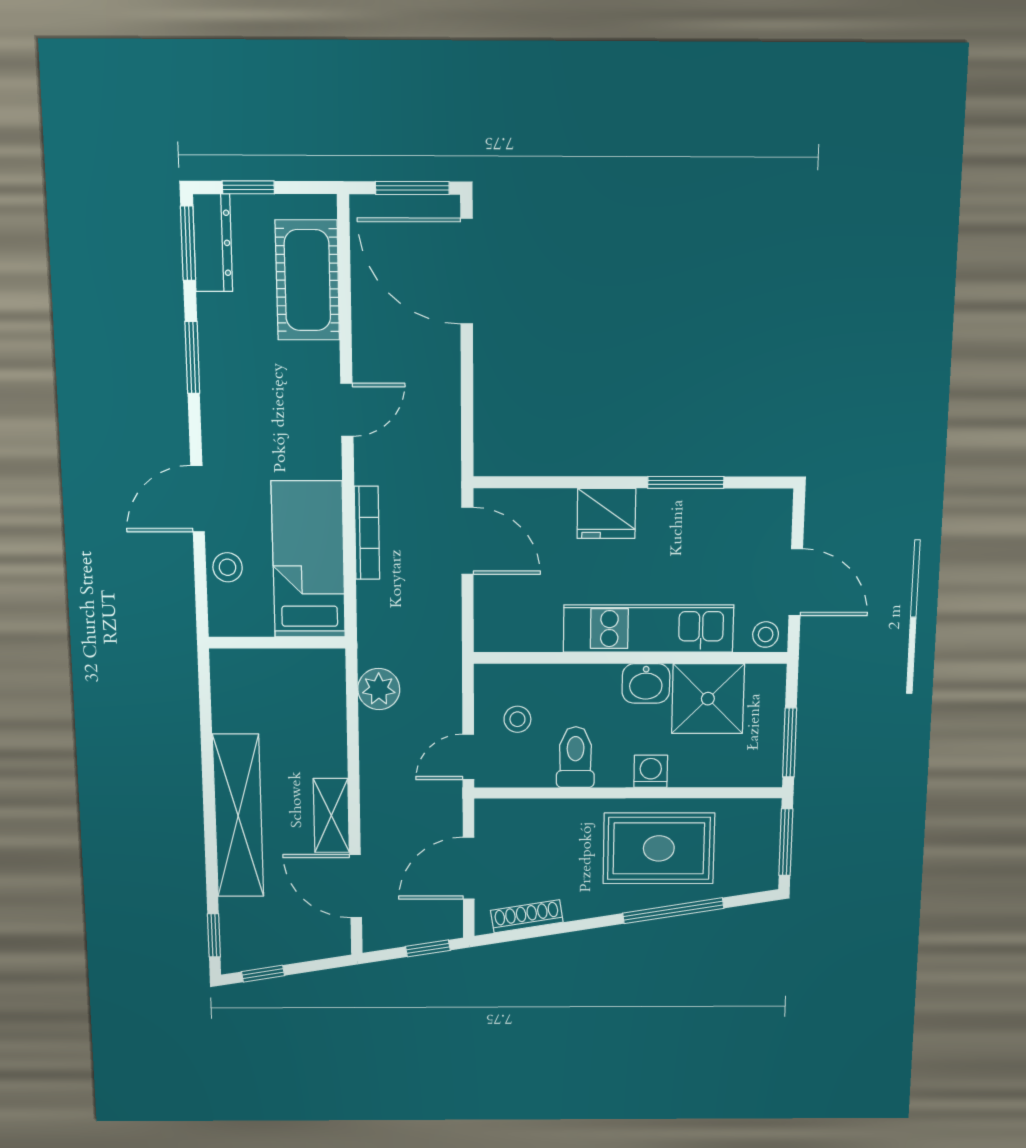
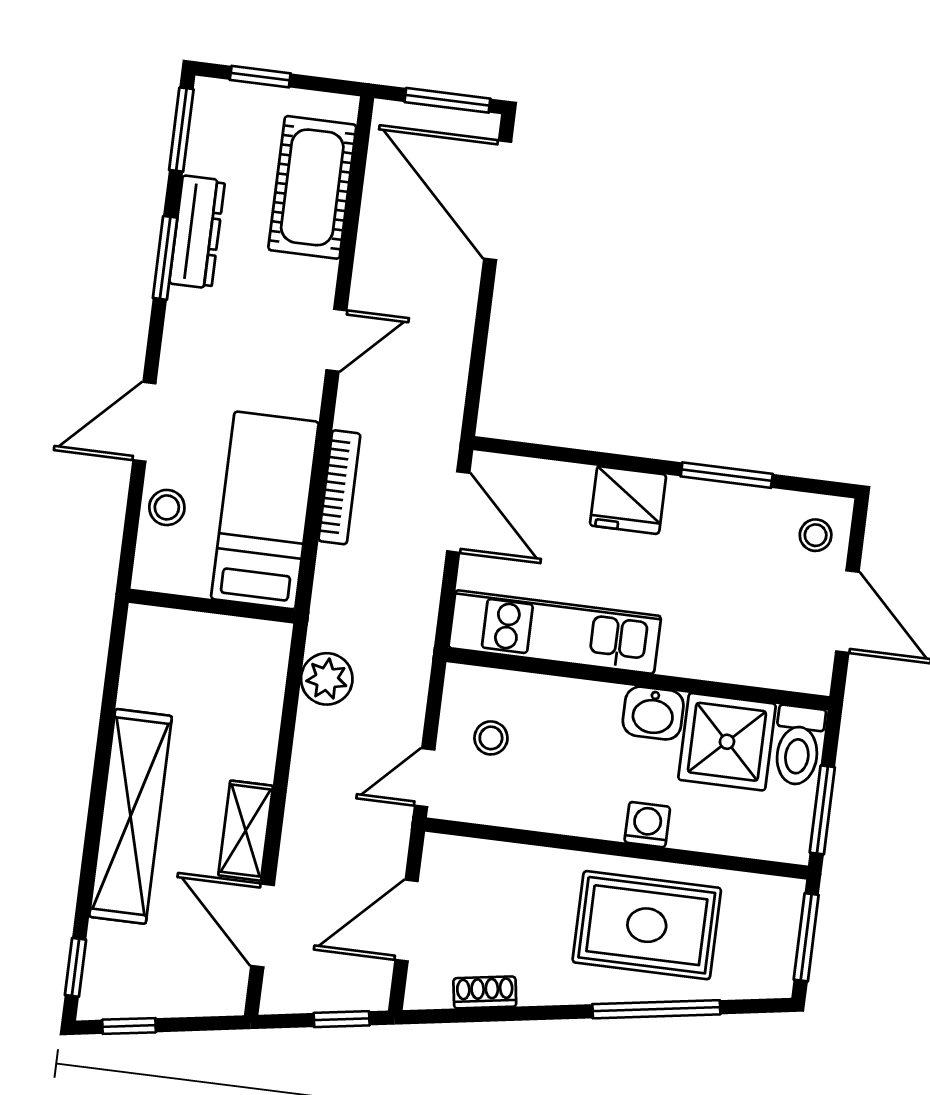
dresser: (213, 243) -> (197, 232), moved
kitchen unit: (648, 629) -> (555, 632), moved
stool: (766, 634) -> (816, 535), moved
toilet: (575, 757) -> (798, 746), moved, turned 180
shoe rack: (527, 916) -> (485, 992), width x0.70

